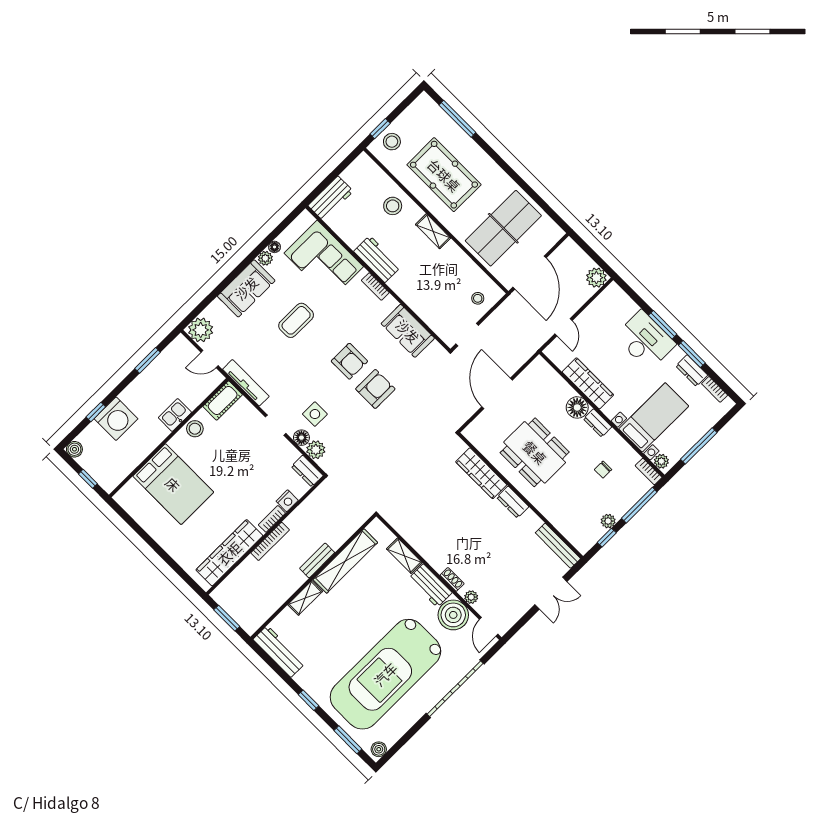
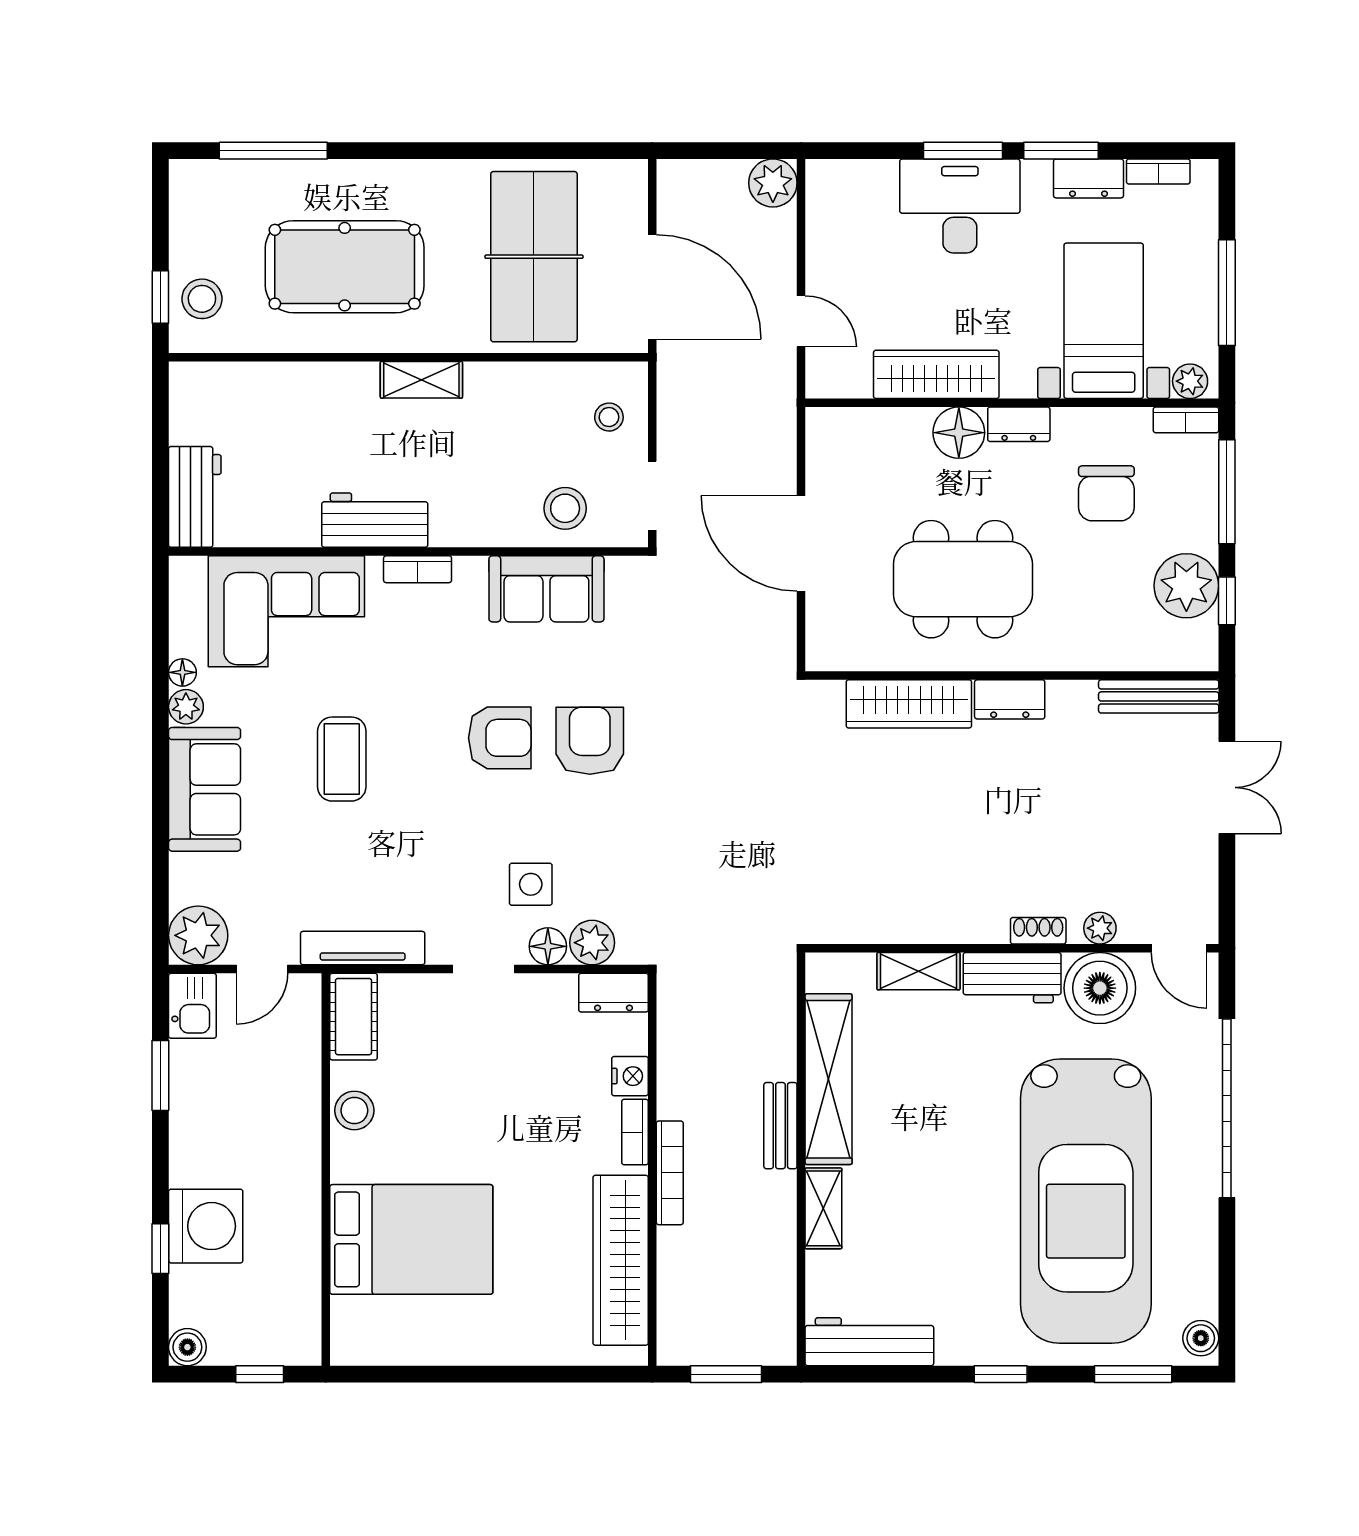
stool: (393, 206) -> (565, 508), moved
kitchen sink: (175, 415) -> (192, 1006), moved, turned 180
chair: (603, 470) -> (1106, 493), width x1.87, depth x1.87
plant: (608, 521) -> (1186, 586), width x1.88, depth x1.88

